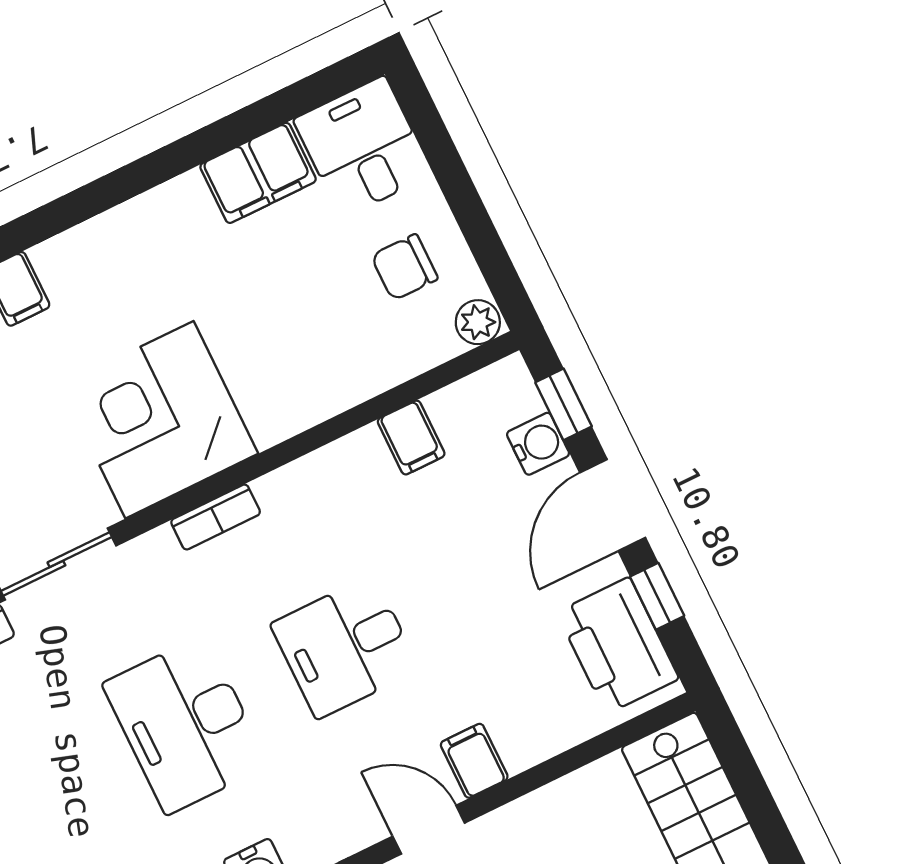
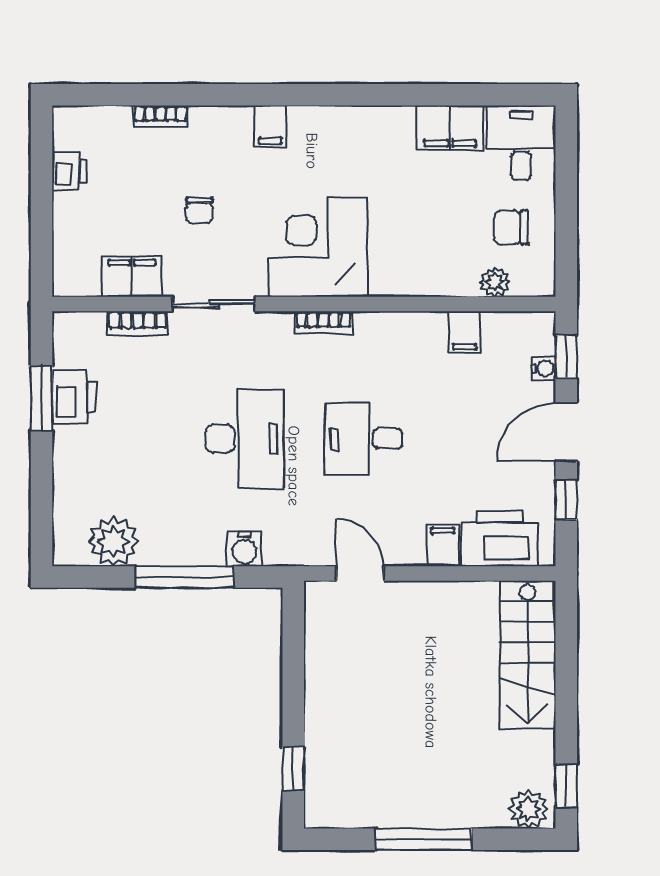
plant: (478, 322) -> (495, 282), moved
water cooler: (538, 444) -> (544, 369), width x0.72, depth x0.72
printer: (618, 645) -> (500, 539), moved, turned 90
desk: (186, 725) -> (244, 439), turned 180
filing cabinet: (474, 761) -> (443, 545), moved

